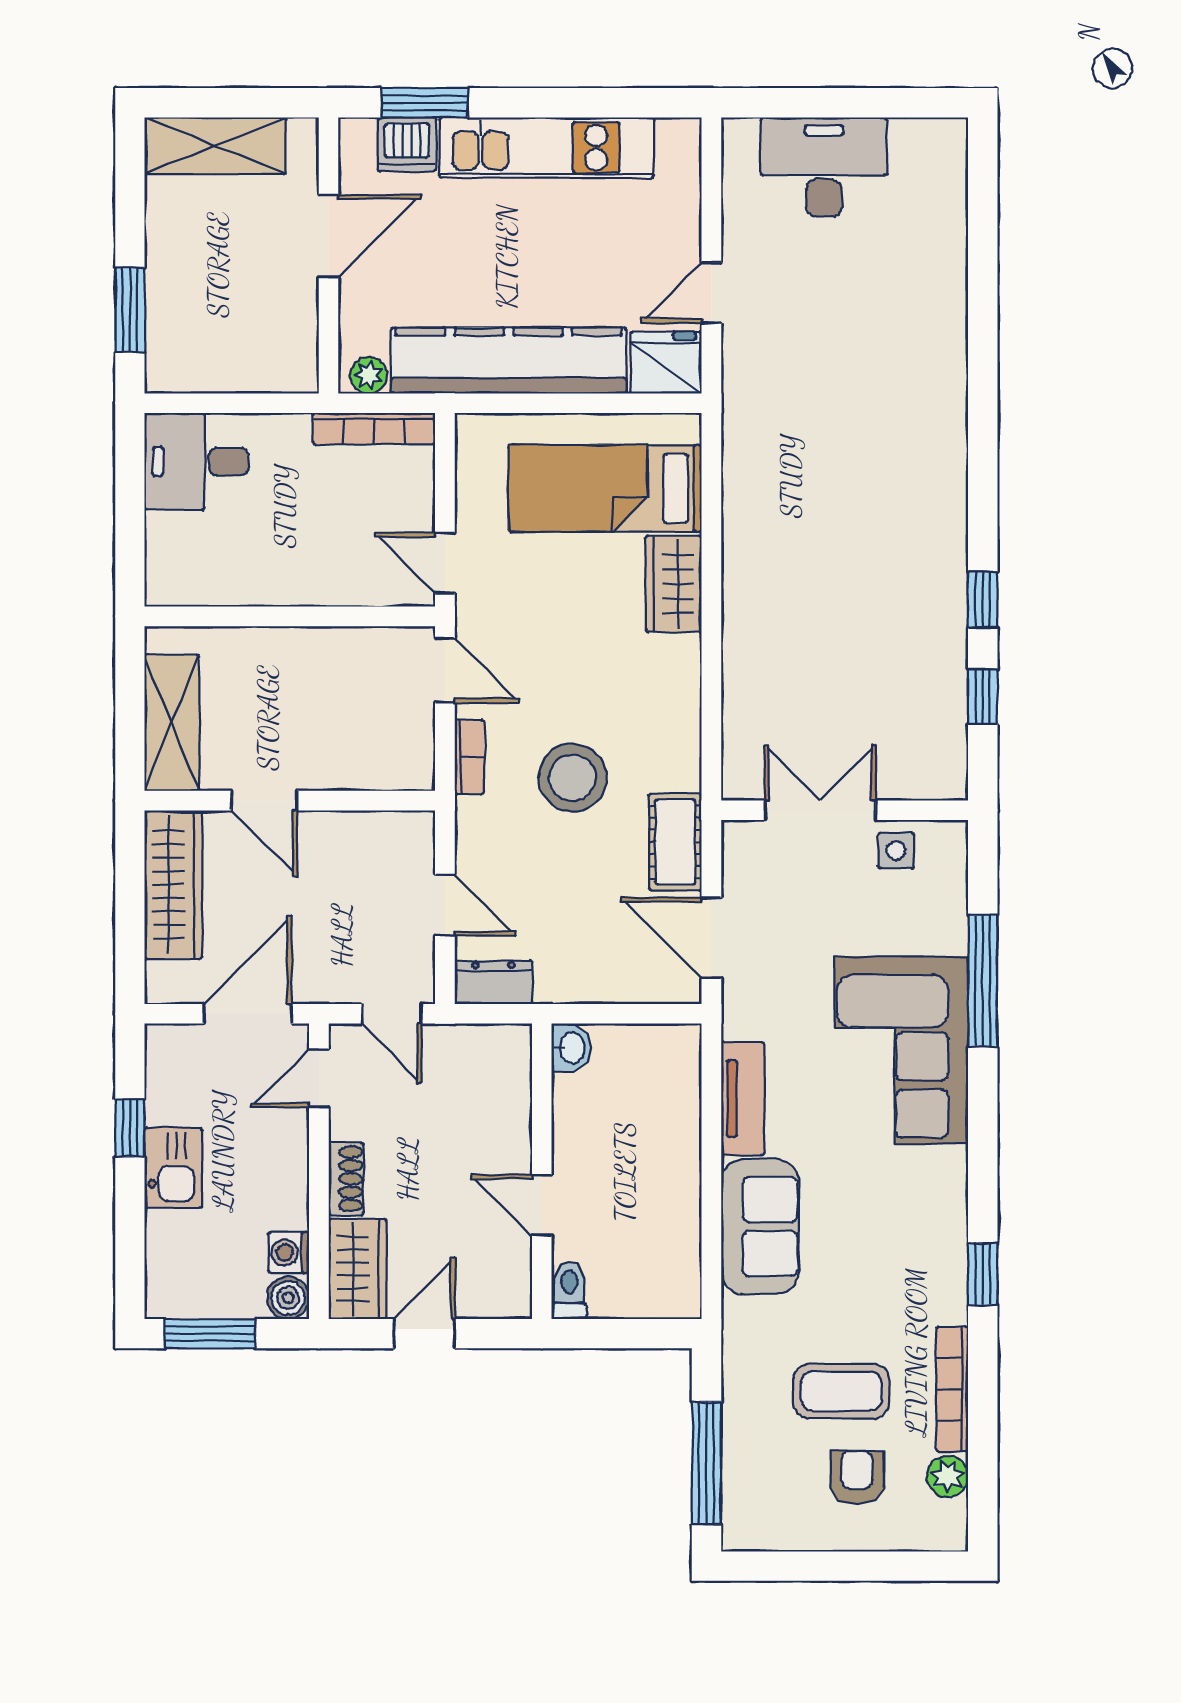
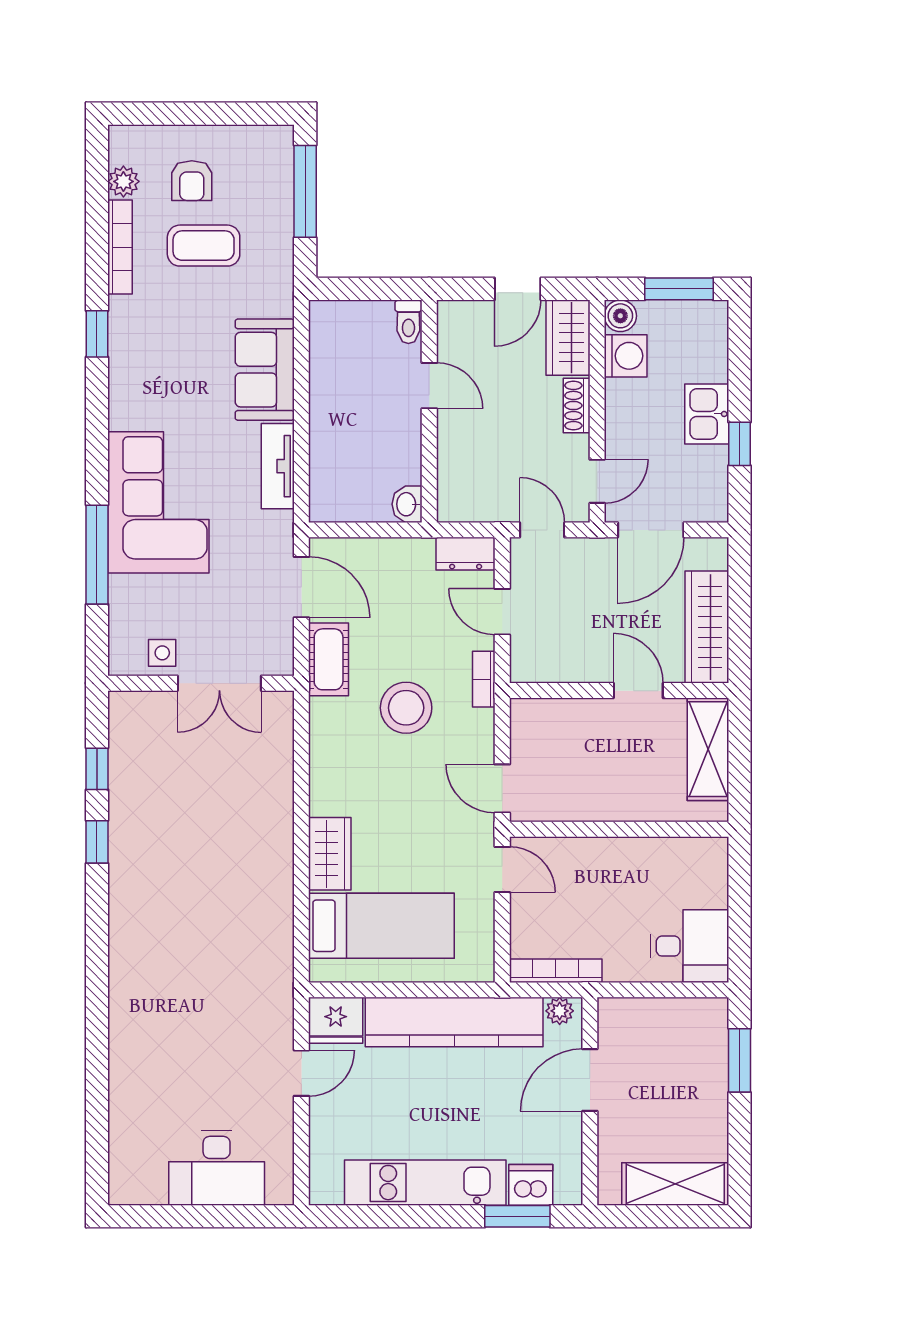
door: (329, 236) -> (590, 1080), moved
bookcase: (469, 757) -> (484, 679), moved
washing machine: (289, 1252) -> (626, 356), width x1.38, depth x1.38

